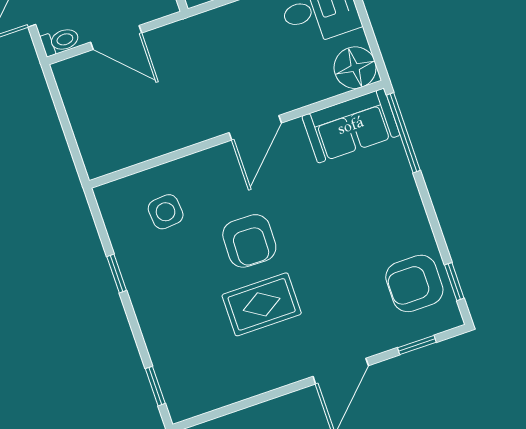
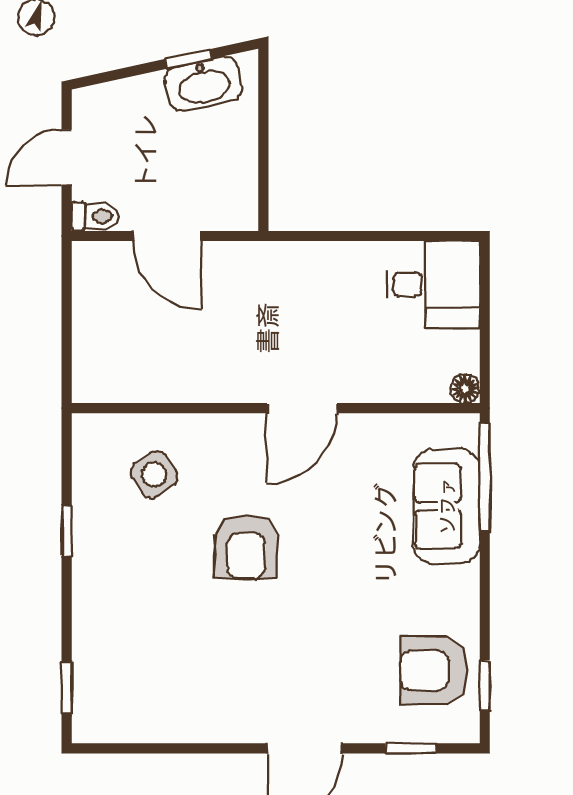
floor lamp: (355, 68) -> (465, 389), width x0.53, depth x0.53
sofa: (351, 126) -> (447, 506), moved, turned 90
side table: (166, 212) -> (154, 475), turned -30
rug: (262, 304) -> (234, 631), removed

